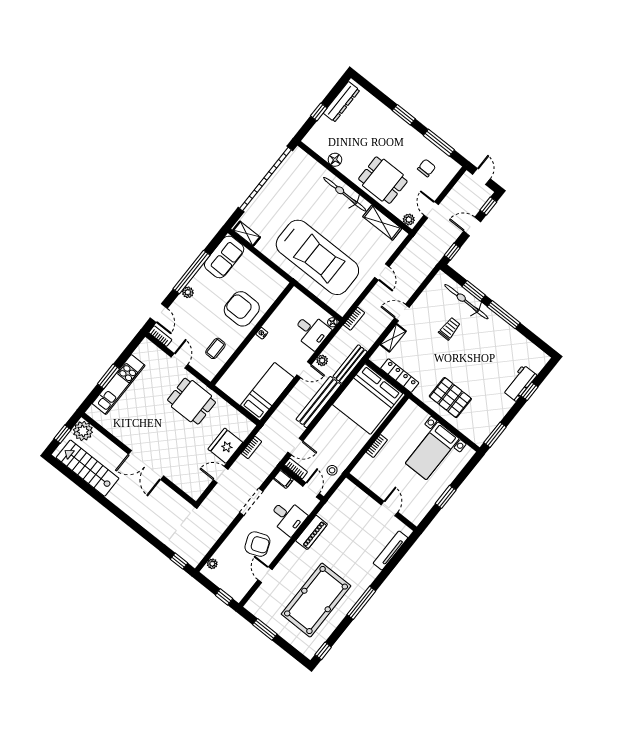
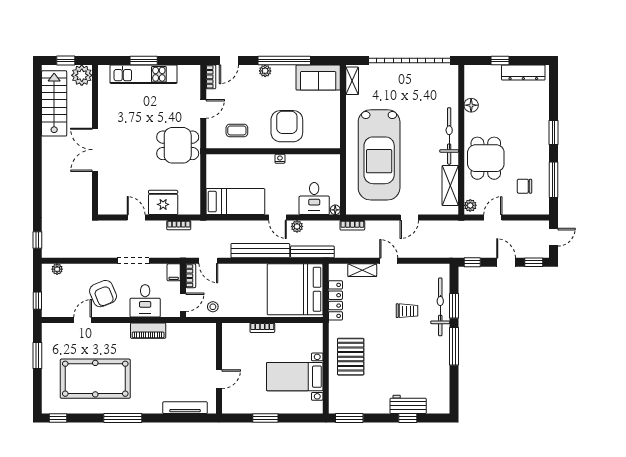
chair: (427, 168) -> (524, 186), turned 180
dining table: (191, 401) -> (178, 145), turned 90

